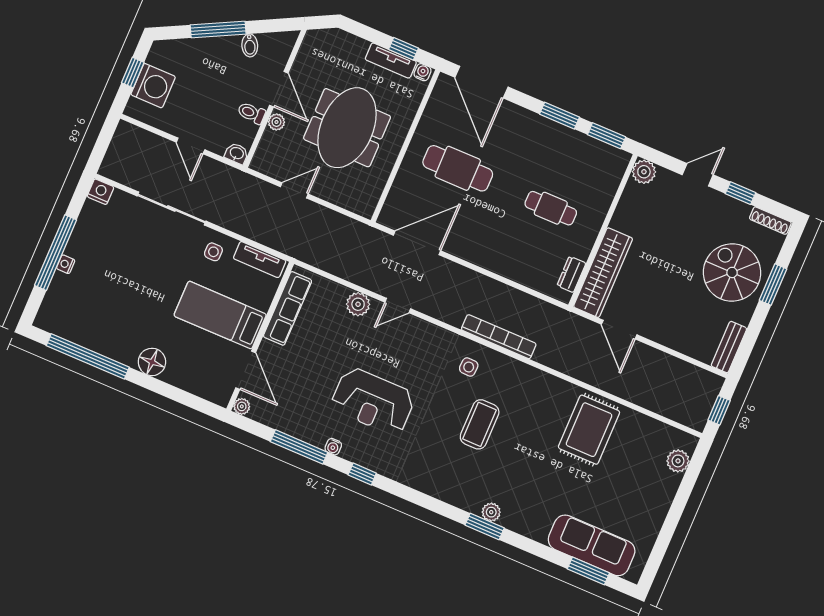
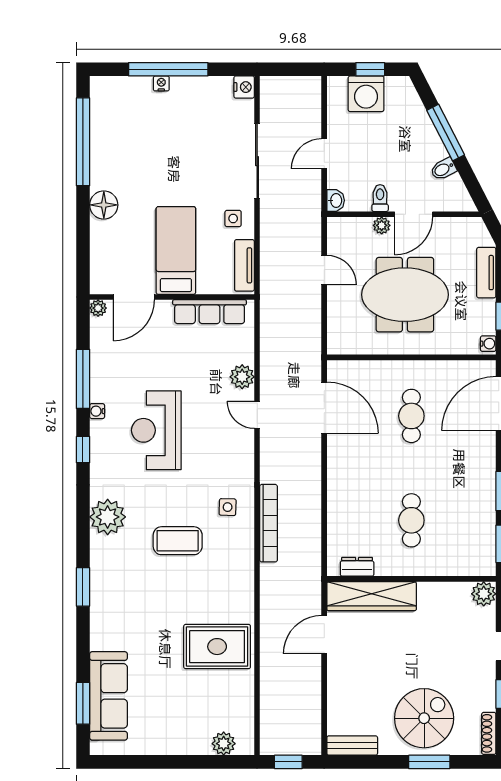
tv unit: (391, 61) -> (486, 273), moved
cafe table: (458, 168) -> (411, 416), width x0.73, depth x0.74
plant: (491, 512) -> (108, 517), moved, width x1.87, depth x1.87

